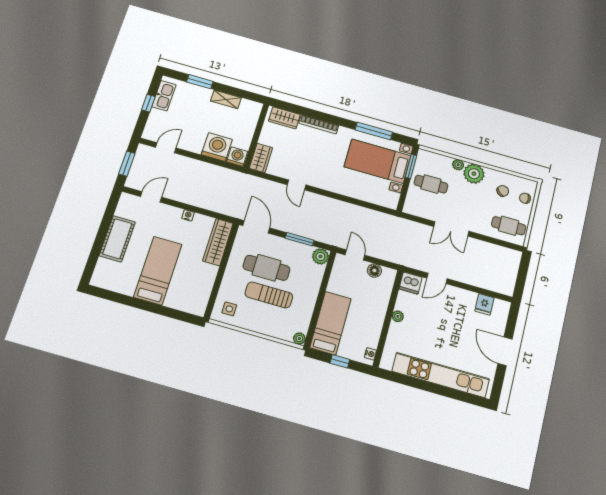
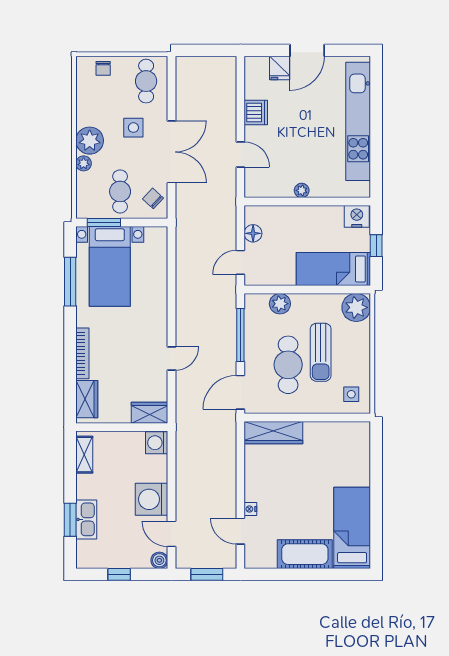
kitchen sink: (164, 96) -> (86, 519), moved, turned 90
shelving: (226, 99) -> (84, 455), moved
boiler: (149, 134) -> (159, 560), added
washing machine: (217, 147) -> (152, 499), moved
chair: (503, 191) -> (153, 198), moved
side table: (476, 207) -> (133, 128), added
nightstand: (188, 215) -> (250, 509), moved
double door: (451, 229) -> (172, 152), width x1.37
window: (300, 239) -> (240, 335), width x1.44
plant: (320, 256) -> (280, 304), moved
bed: (158, 271) -> (352, 528), moved, turned 90
dishwasher: (411, 283) -> (256, 113), moved
fridge: (484, 304) -> (280, 68), moved, turned 90
plant: (299, 339) -> (356, 307), width x1.88, depth x1.88
nightstand: (370, 354) -> (357, 216), width x1.89, depth x1.79

